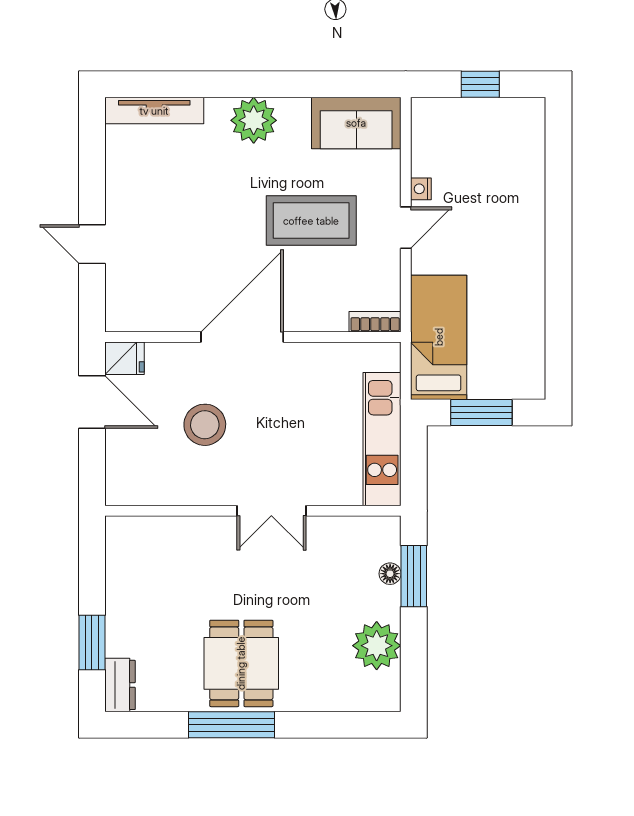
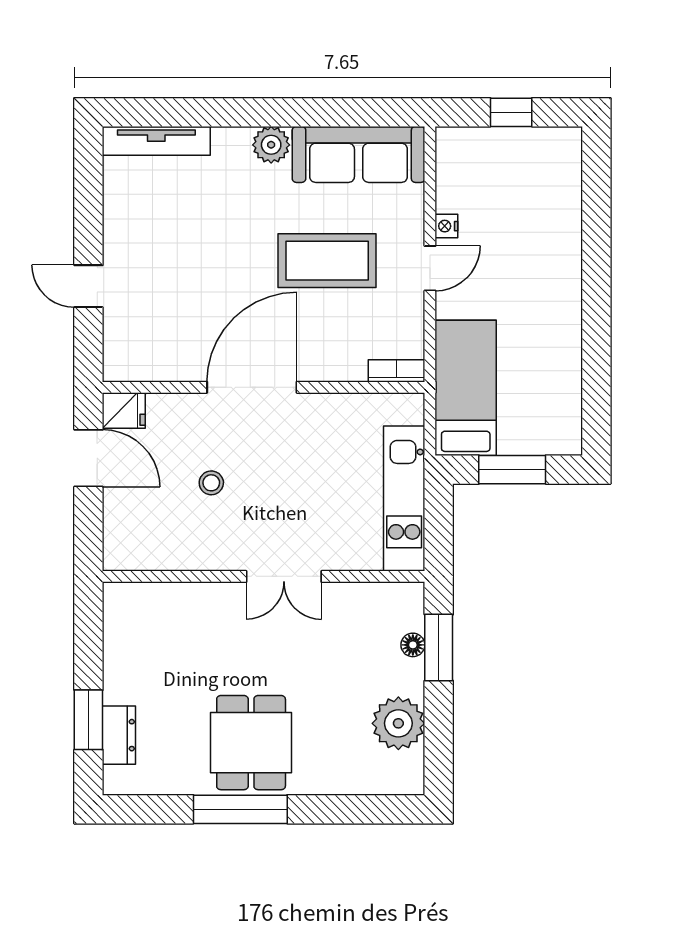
plant: (254, 120) -> (271, 145), width x0.73, depth x0.73
sofa: (356, 123) -> (359, 154), width x1.36
stool: (205, 425) -> (211, 483), width x0.53, depth x0.53
dresser: (120, 685) -> (119, 735), moved

